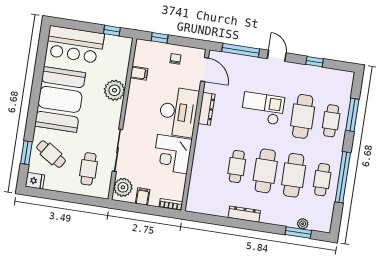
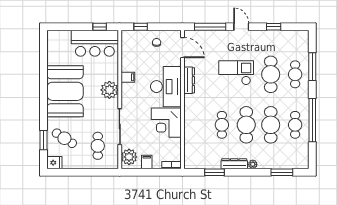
bar counter: (75, 45) -> (95, 43), moved
filing cabinet: (139, 73) -> (128, 77), moved
plant: (114, 90) -> (109, 90), moved
window: (220, 221) -> (215, 172), added
plant: (303, 224) -> (253, 164), moved

